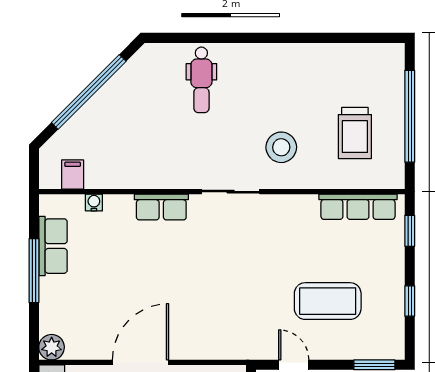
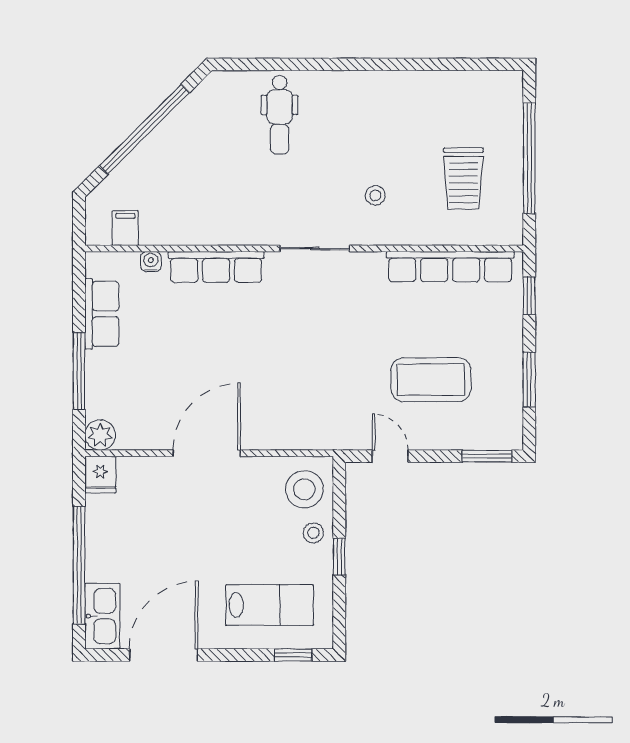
stool: (281, 147) -> (375, 195), width x0.53, depth x0.53
row of seats: (161, 207) -> (216, 267), width x1.48
row of seats: (358, 207) -> (450, 267), width x1.36
window: (34, 271) -> (79, 371), moved
window: (410, 301) -> (529, 380), width x1.50

